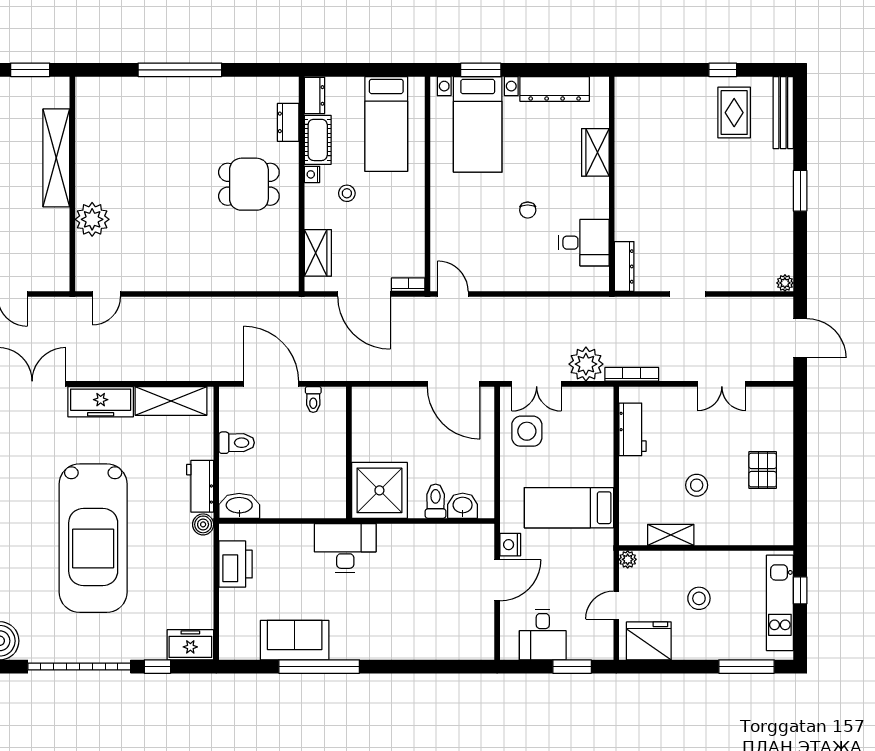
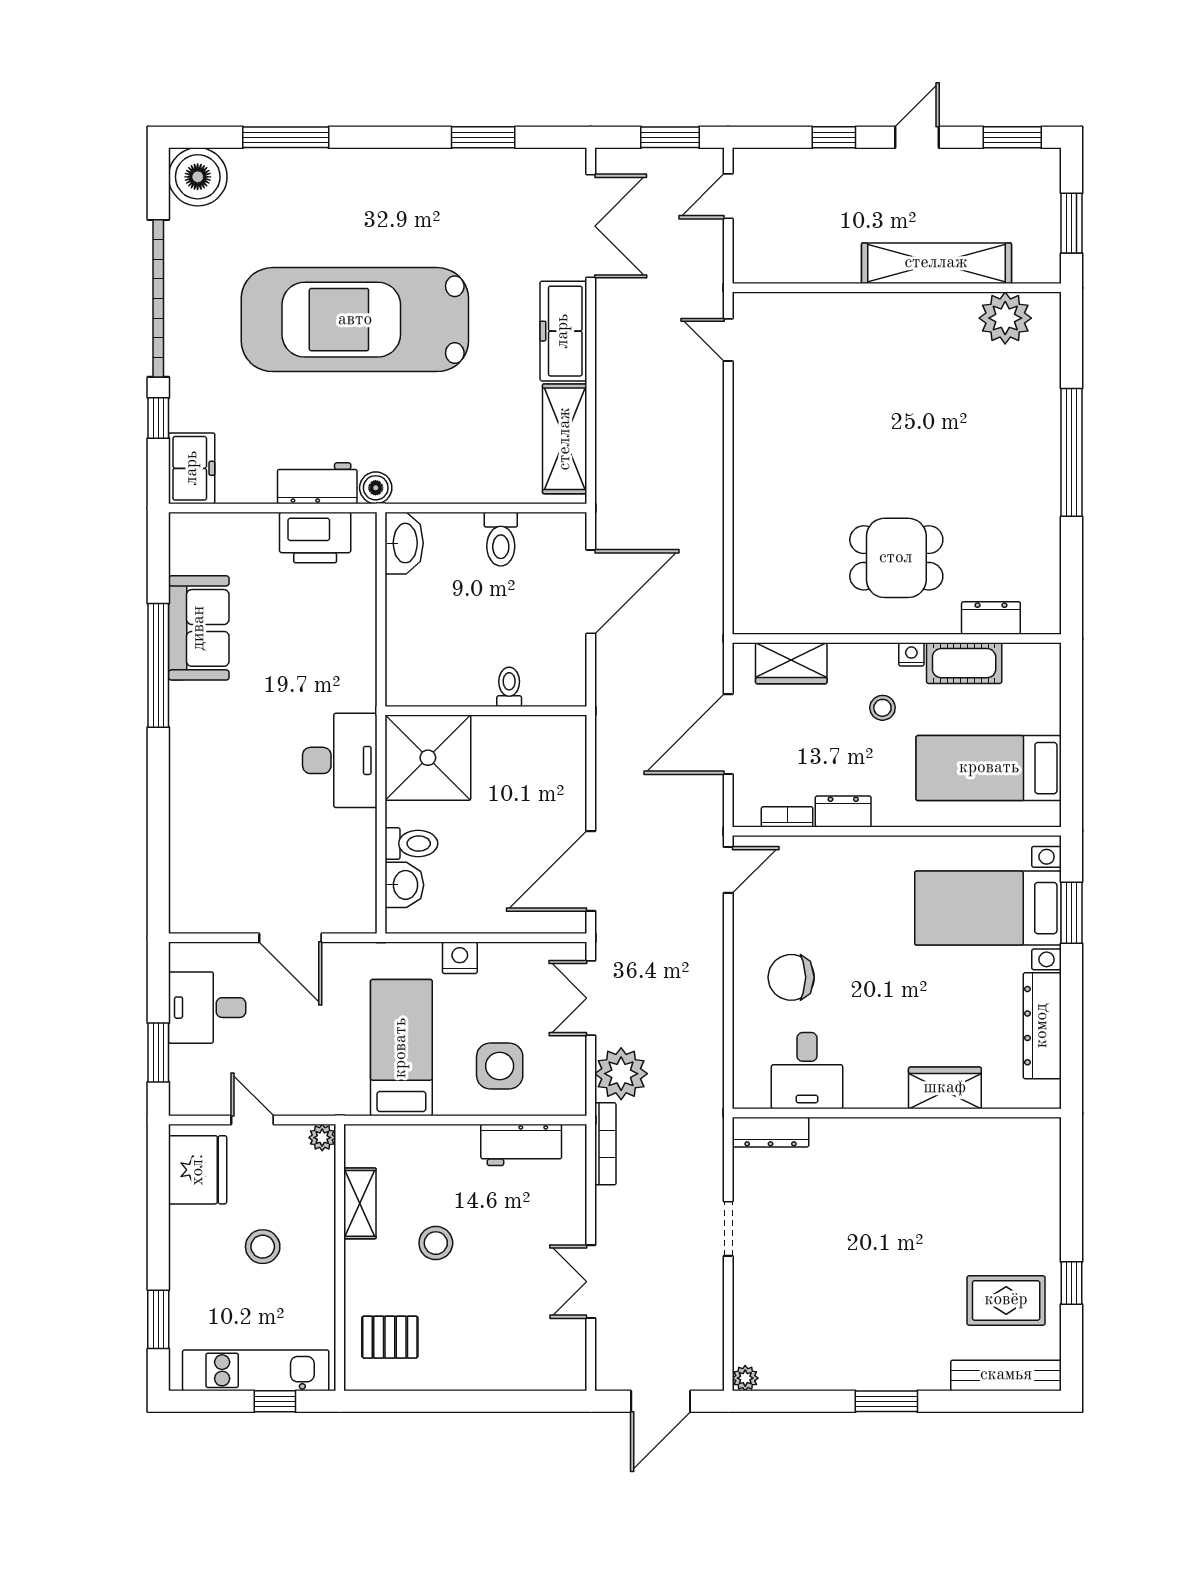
dresser: (315, 95) -> (843, 811), moved, turned 180
dining table: (249, 184) -> (896, 558), turned 90
chair: (528, 210) -> (791, 977), moved, width x1.87, depth x1.87
plant: (92, 219) -> (1005, 318), moved
bookcase: (408, 285) -> (787, 817), moved, turned -90
toilet: (313, 400) -> (509, 687), moved, turned 90
side table: (527, 431) -> (500, 1066), moved
pallet: (763, 470) -> (390, 1337), moved
workbench: (200, 486) -> (317, 483), moved
nightstand: (510, 545) -> (460, 958), moved
desk: (345, 548) -> (340, 760), moved
window: (747, 667) -> (158, 1319), width x0.69

